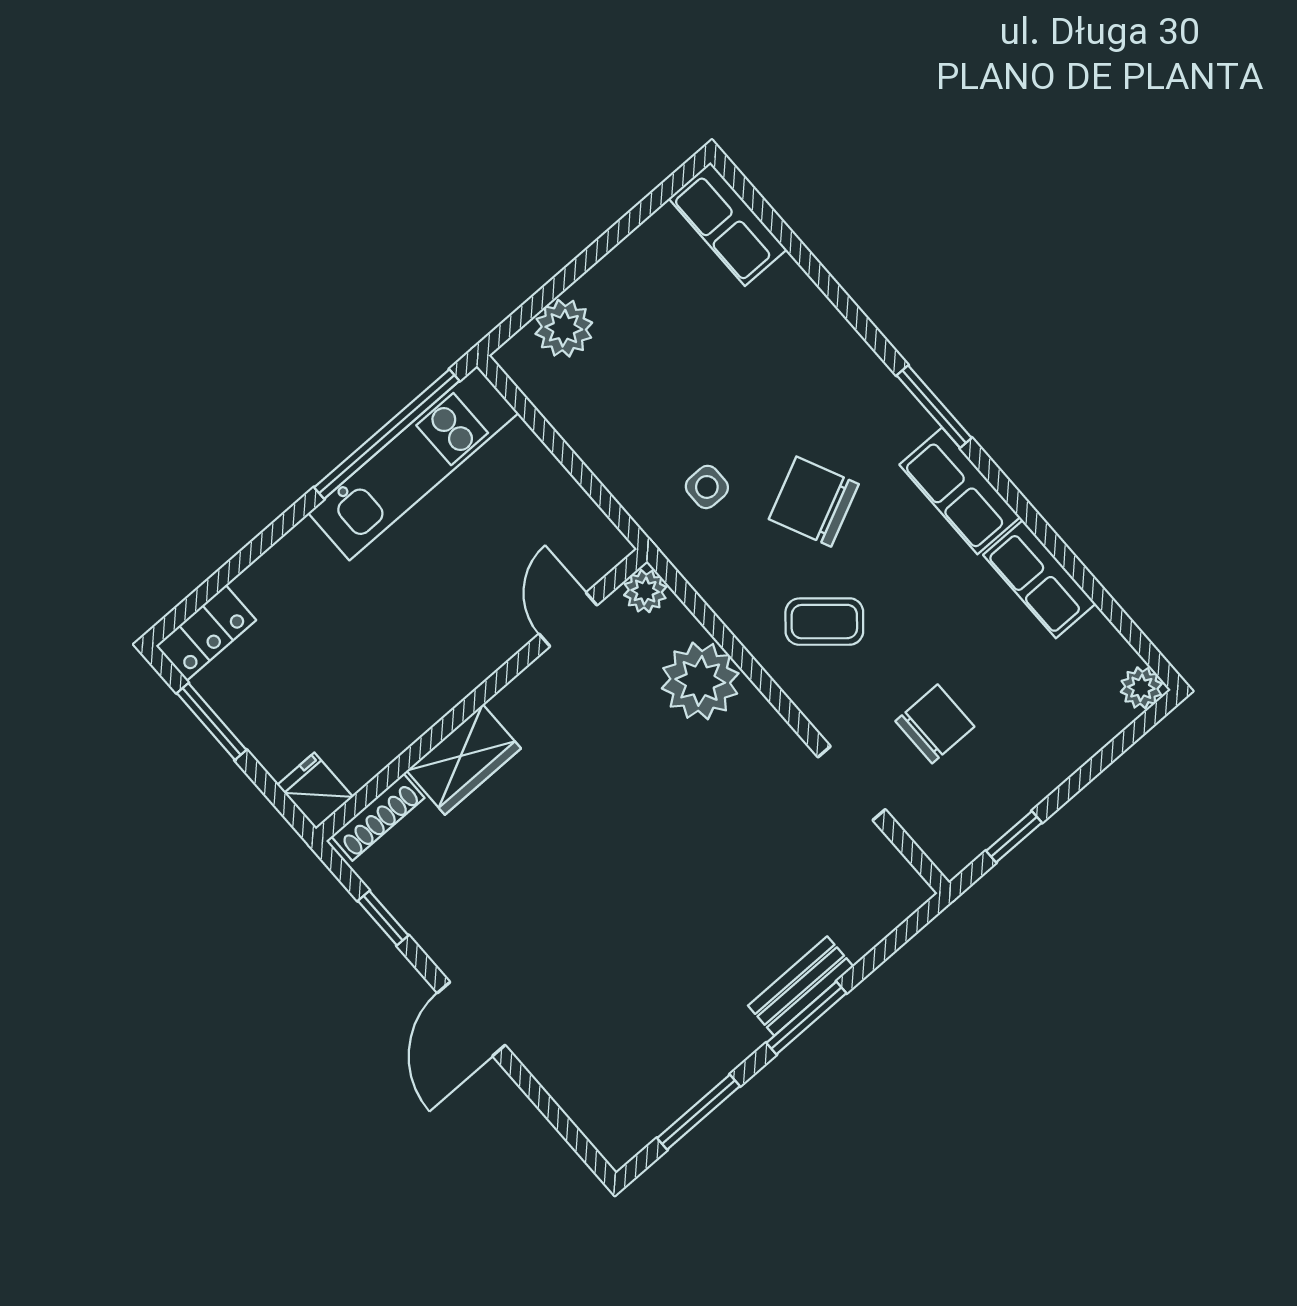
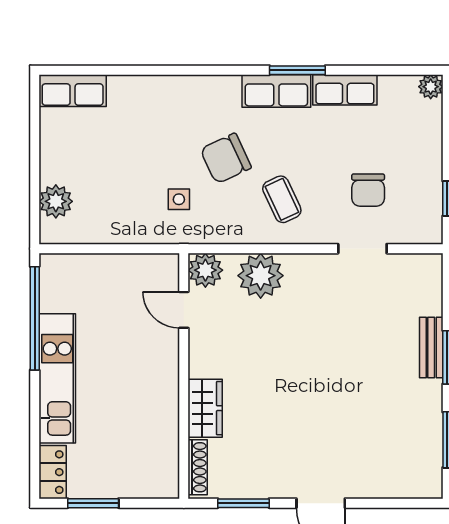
window: (934, 407) -> (297, 70), moved
kitchen unit: (413, 463) -> (57, 378), moved
plant: (645, 591) -> (205, 270), width x1.38, depth x1.38
coffee table: (824, 622) -> (282, 199), turned -66
chair: (935, 724) -> (368, 190), turned 180
fridge: (315, 791) -> (162, 485), removed
window: (383, 918) -> (243, 503), width x1.50

